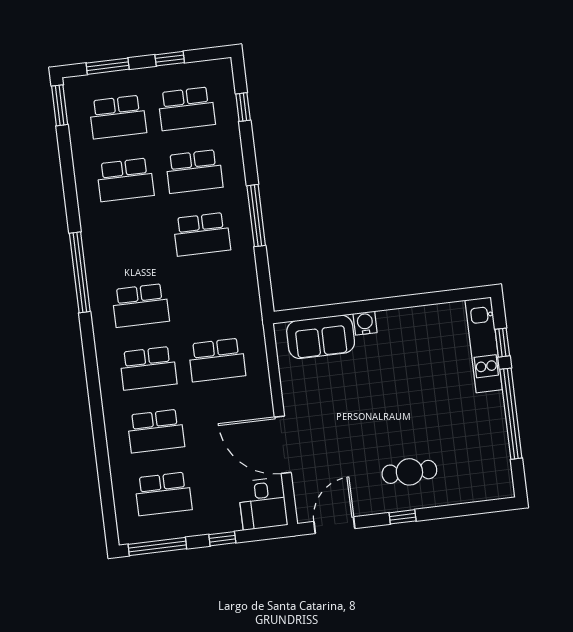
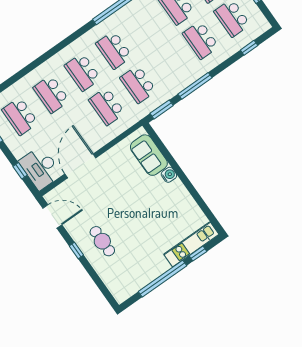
school desk: (202, 234) -> (138, 84), moved
window: (264, 282) -> (162, 109), added
desk: (263, 504) -> (40, 168), width x1.37
window: (222, 539) -> (20, 171), moved

